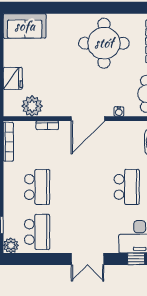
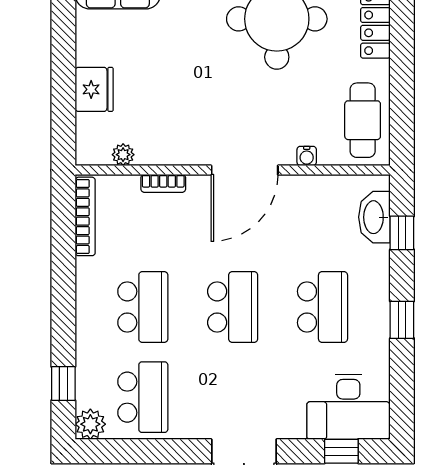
plant: (32, 106) -> (123, 155), width x0.53, depth x0.53
school desk: (82, 187) -> (233, 307), added

